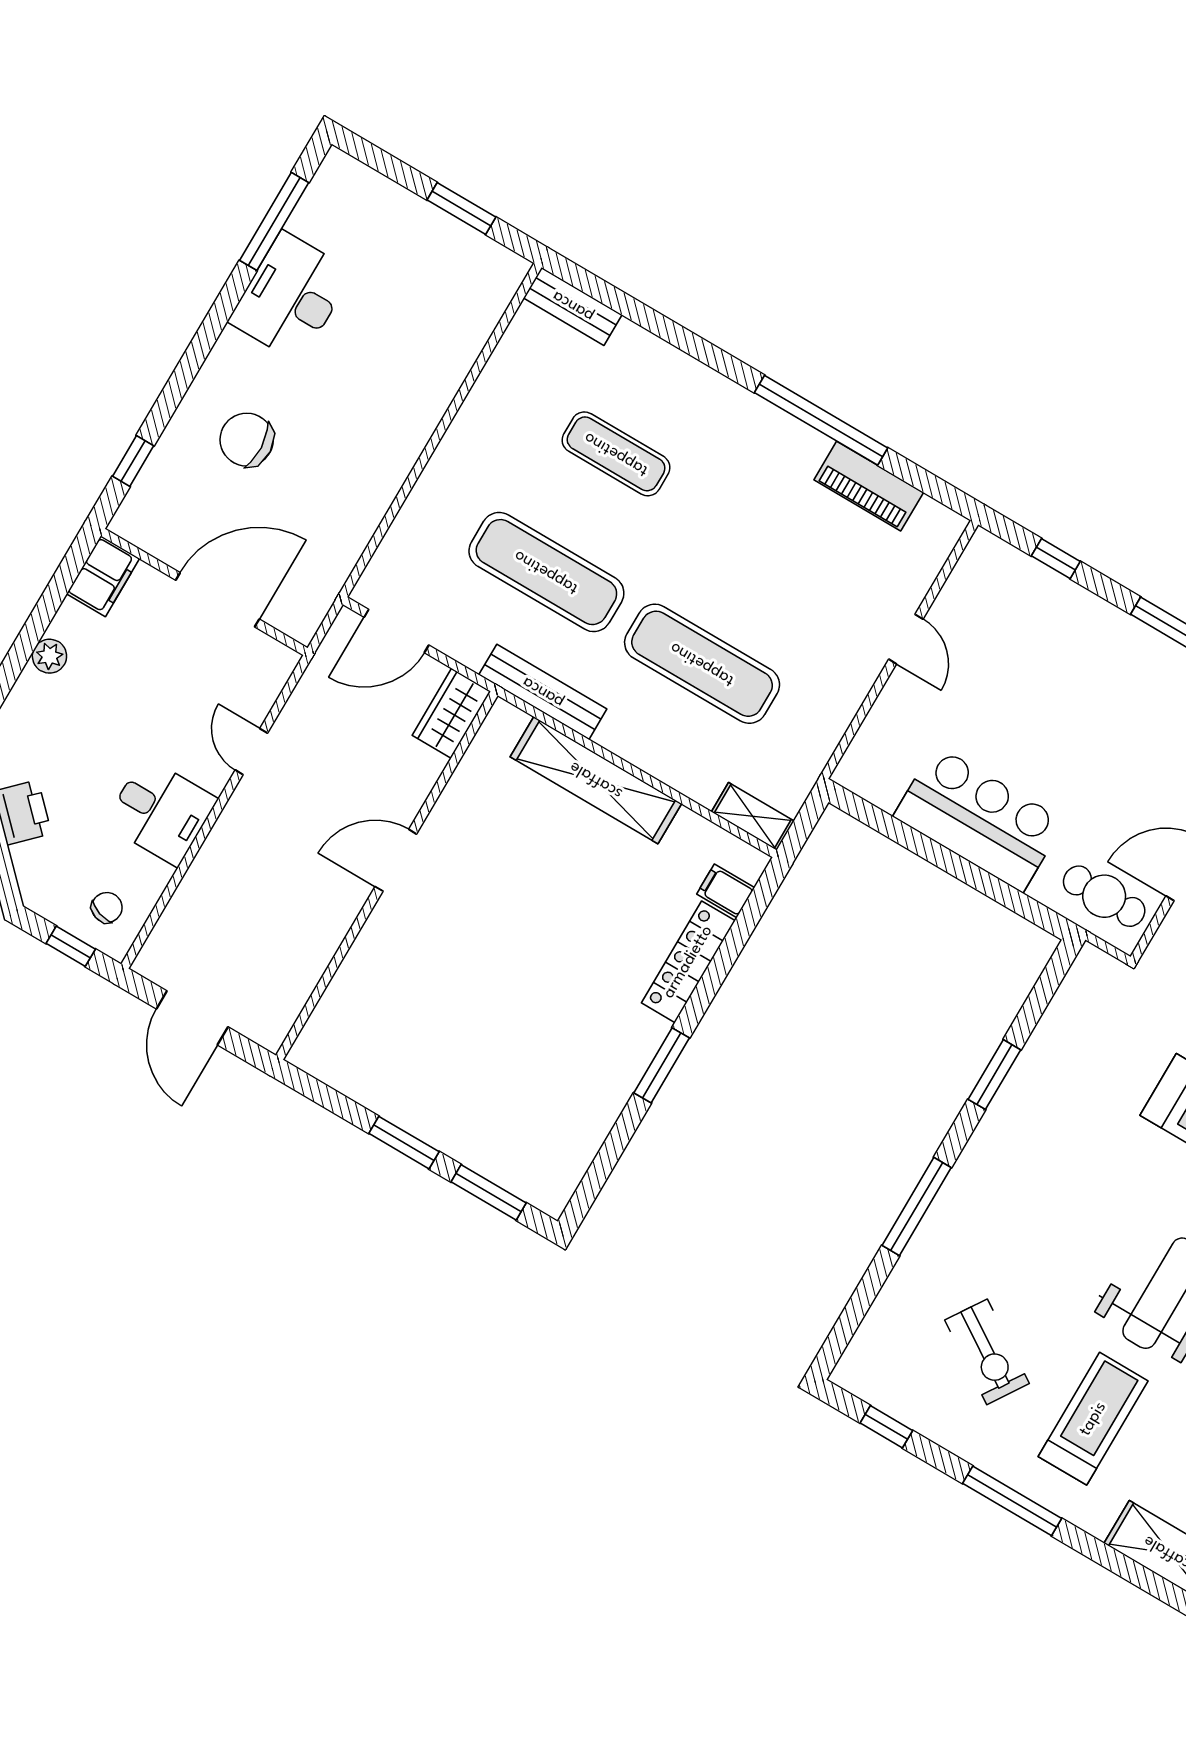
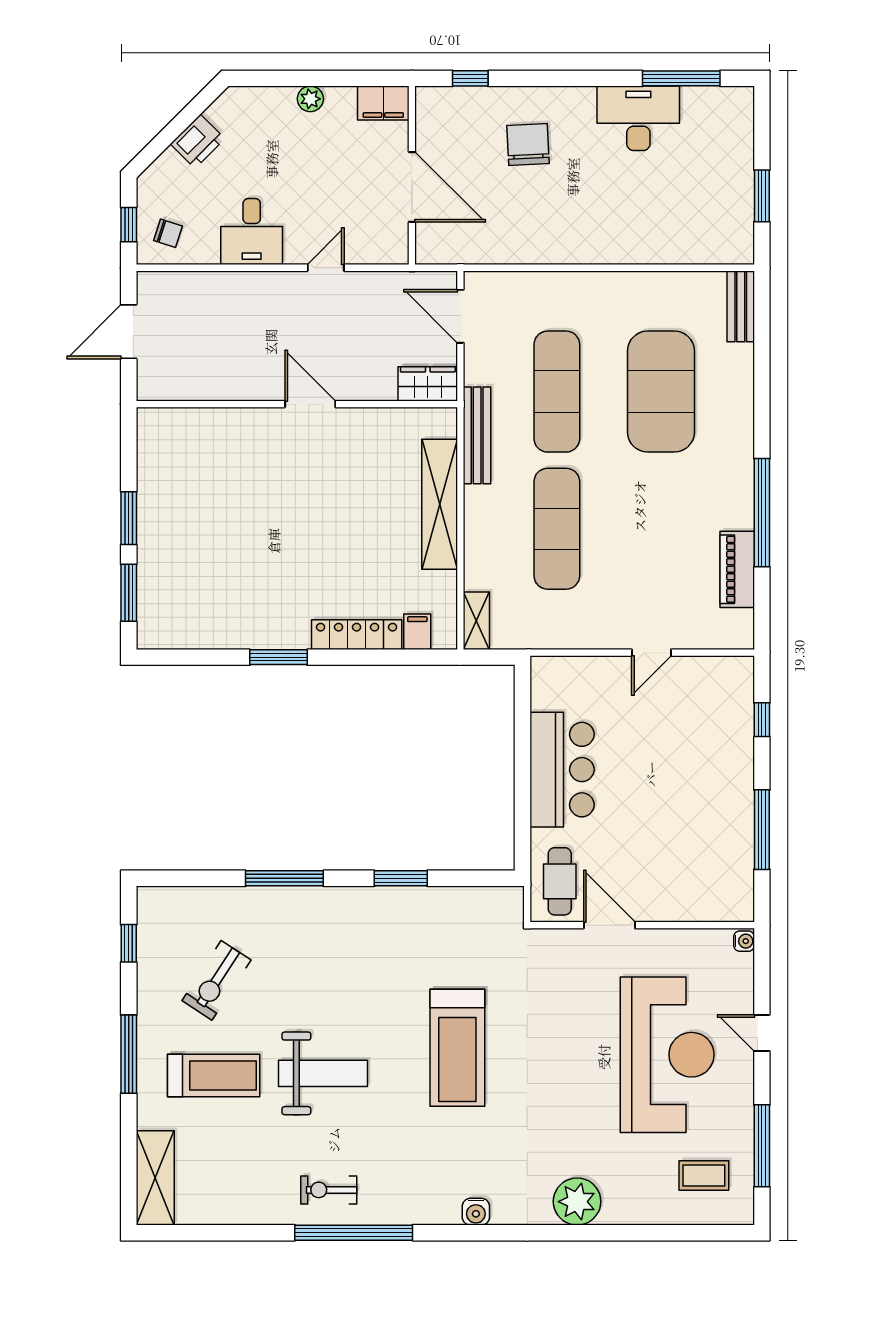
exercise mat: (616, 454) -> (661, 392), width x2.00, depth x1.45

